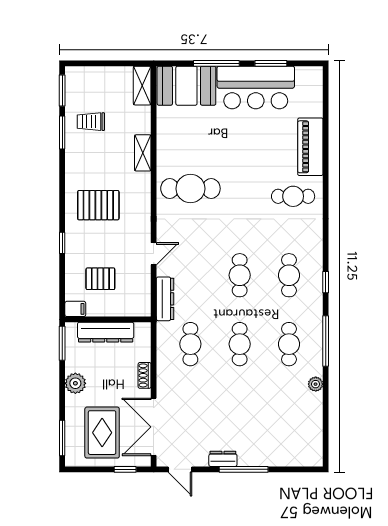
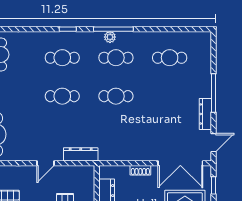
door: (154, 254) -> (46, 163), swing flipped
cafe table: (190, 344) -> (170, 58), moved
plant: (316, 384) -> (110, 37), moved
dresser: (223, 459) -> (205, 114), width x1.44

